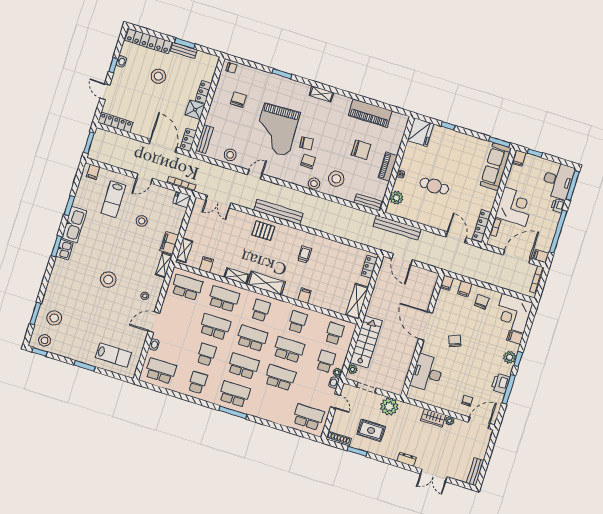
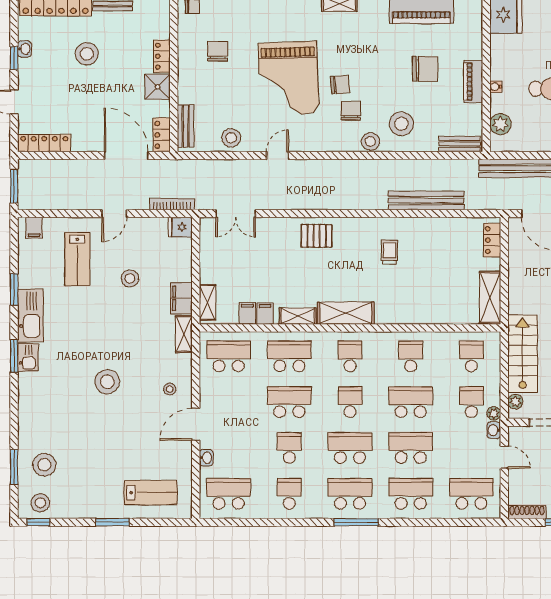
bench: (278, 212) -> (426, 200), moved
filing cabinet: (305, 296) -> (265, 314), moved
school desk: (252, 338) -> (350, 402), width x0.54
school desk: (271, 405) -> (411, 494), added

